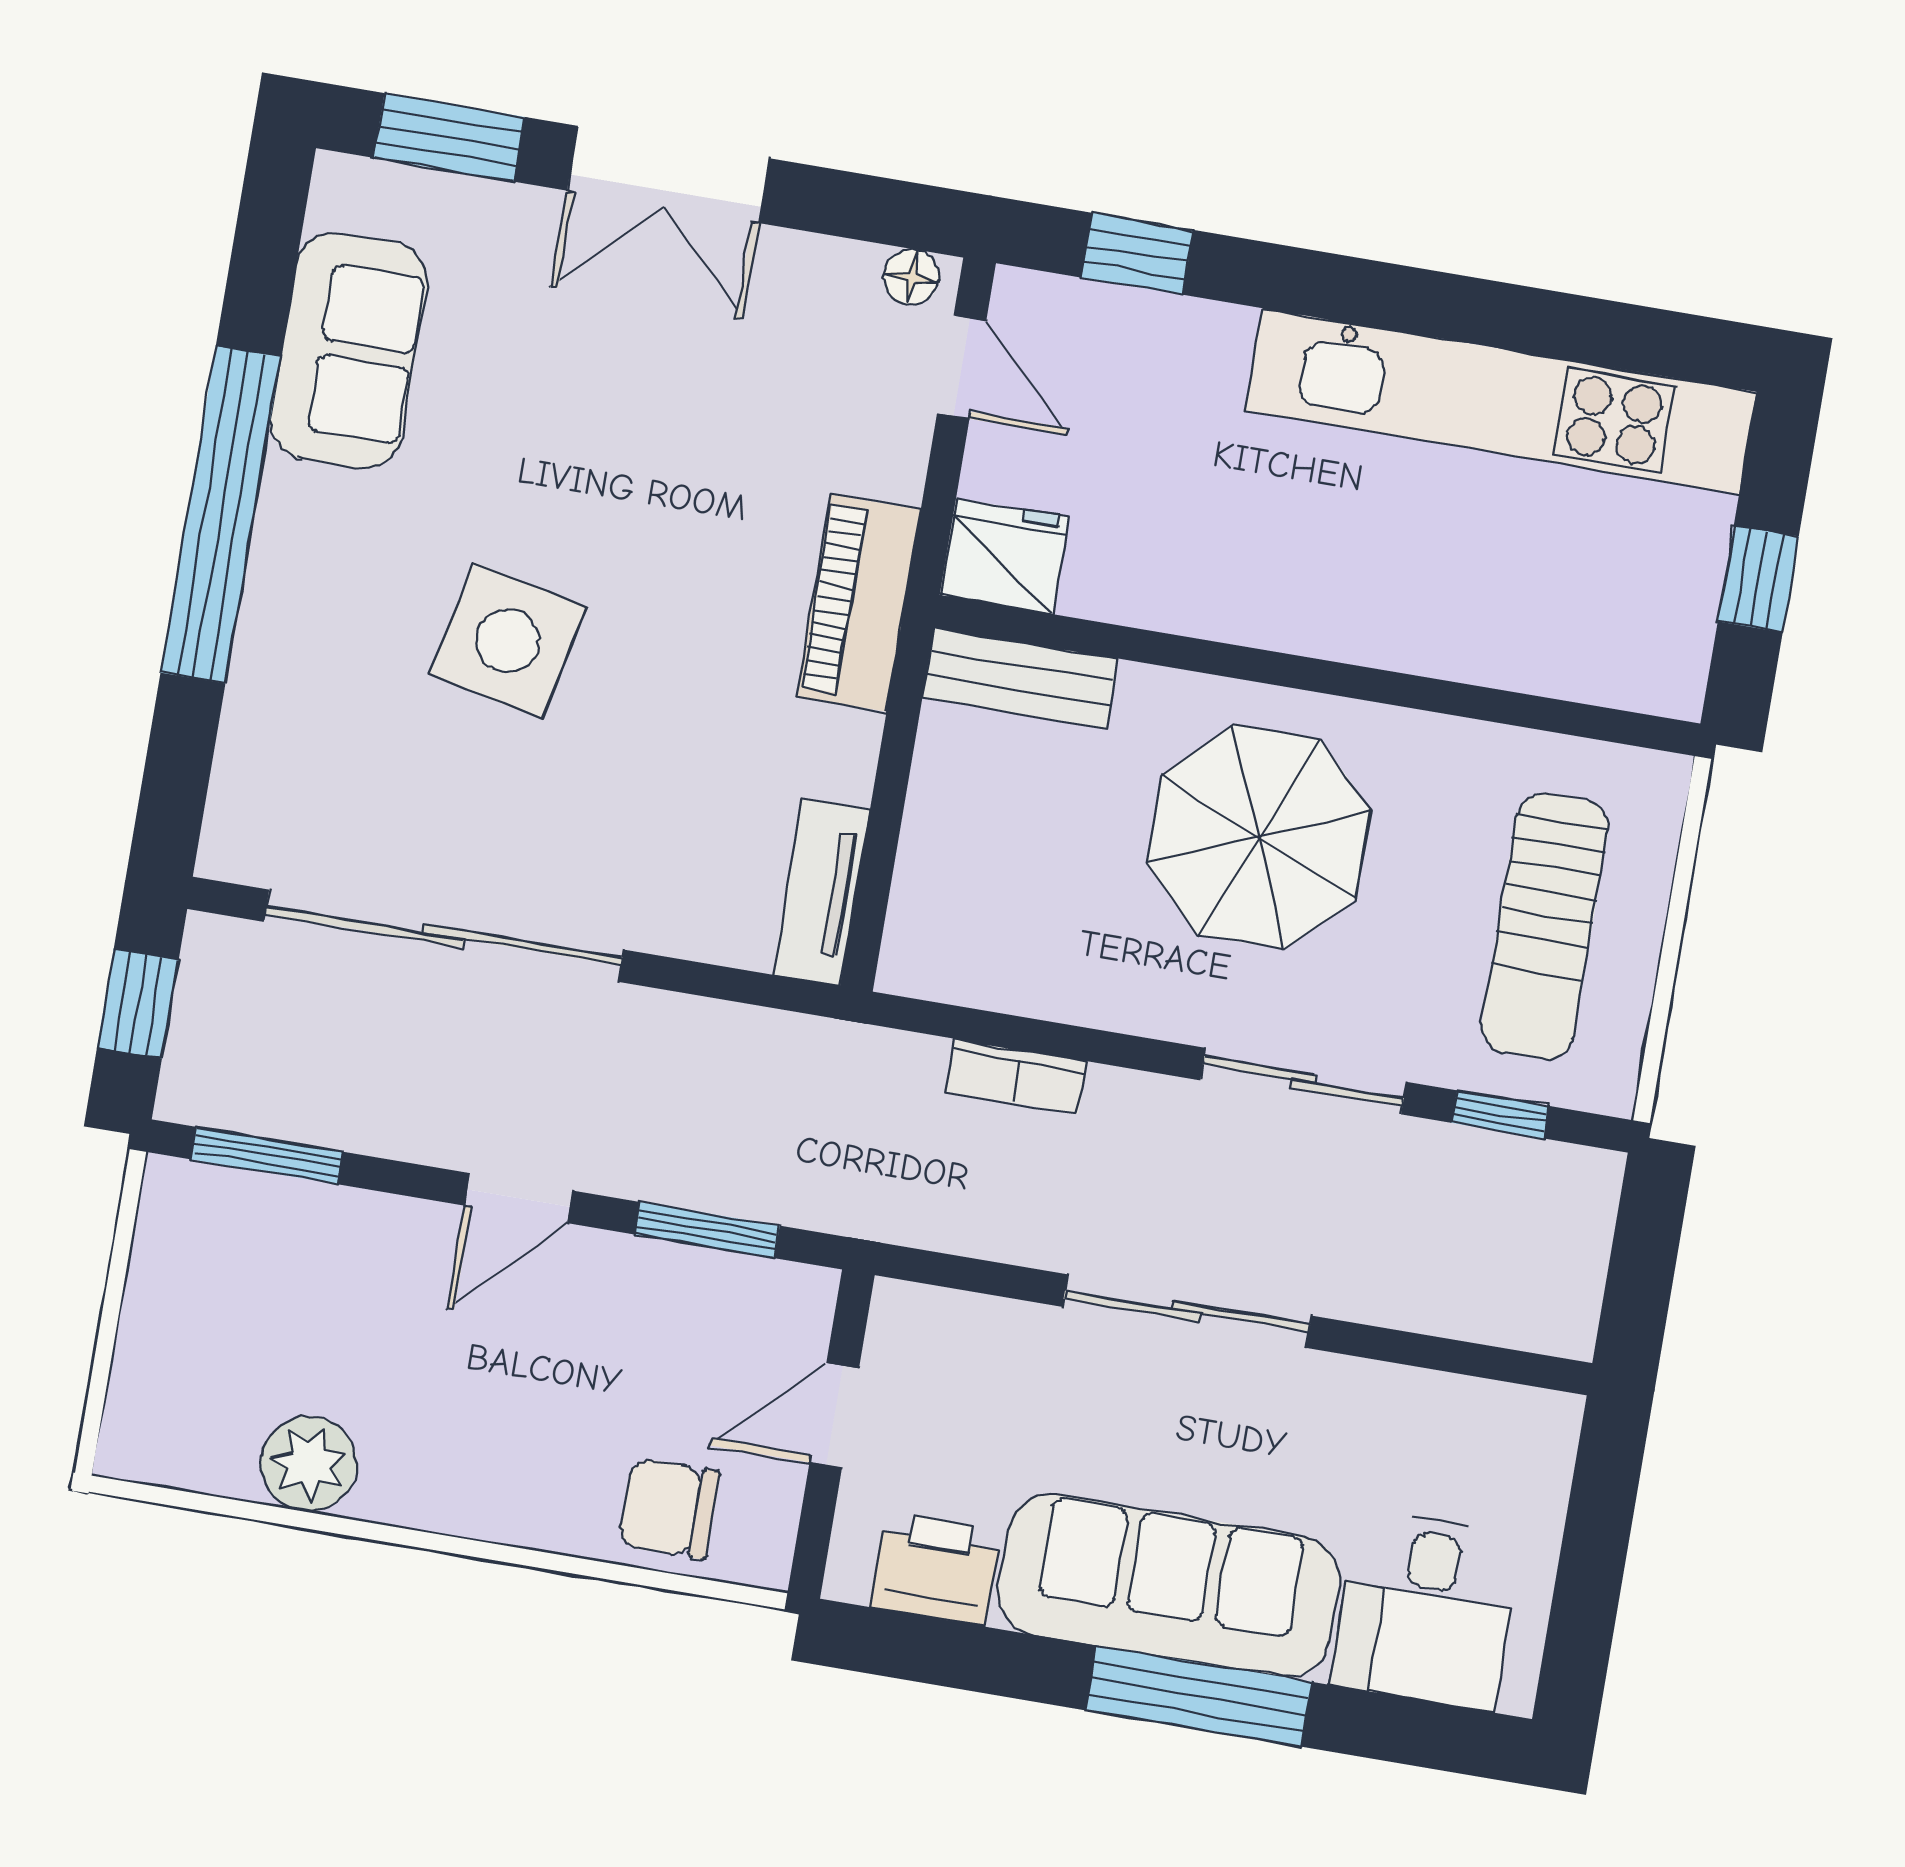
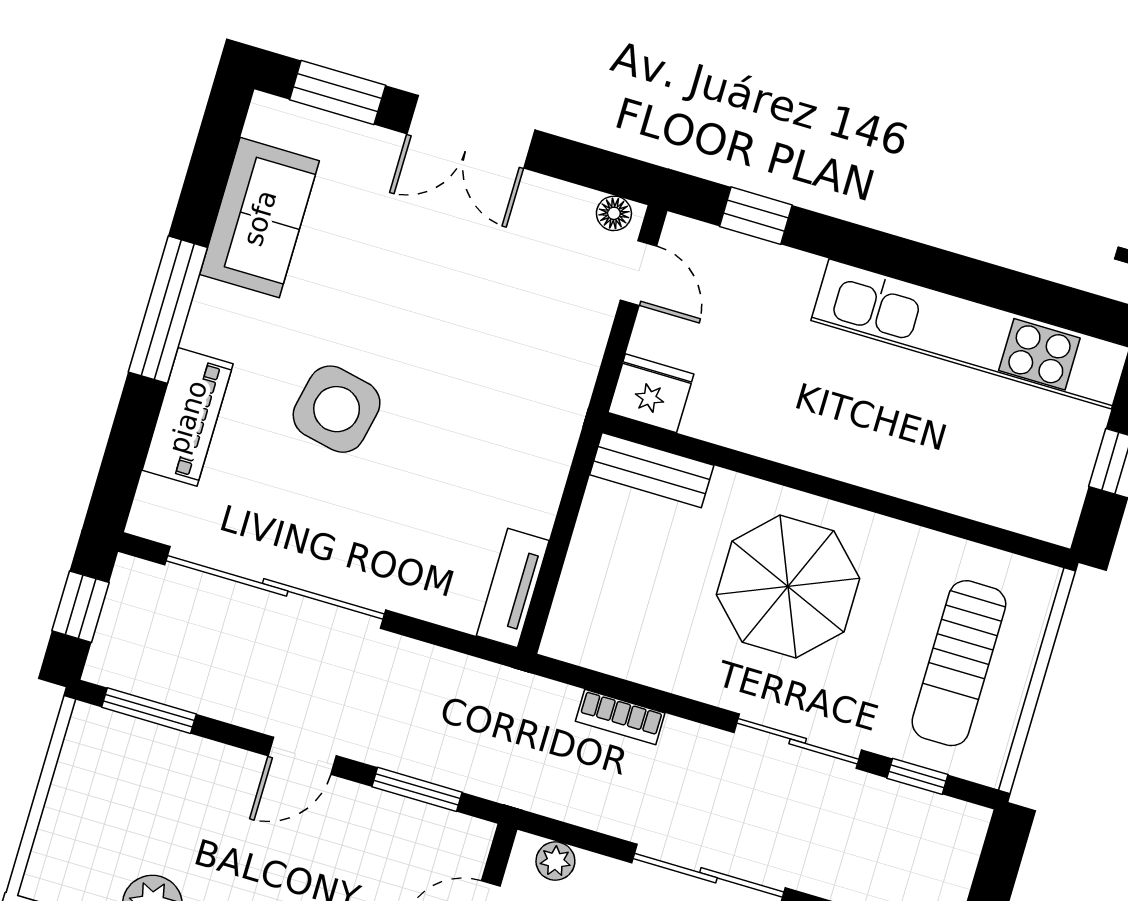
window: (221, 515) -> (168, 310), width x0.68
piano: (859, 603) -> (188, 417), moved, turned 180
plant: (941, 1318) -> (555, 861), added

